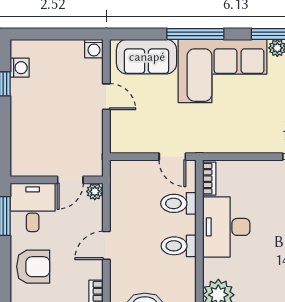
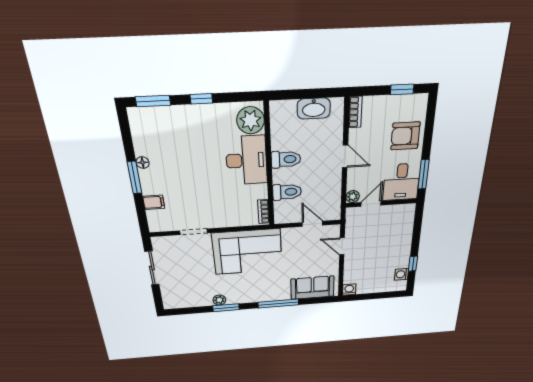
corner sofa: (223, 71) -> (247, 252), moved, turned 180
door: (106, 97) -> (342, 246), moved
door: (172, 157) -> (312, 224), moved
desk: (226, 227) -> (246, 160), moved
door: (106, 245) -> (345, 156), hinge flipped

